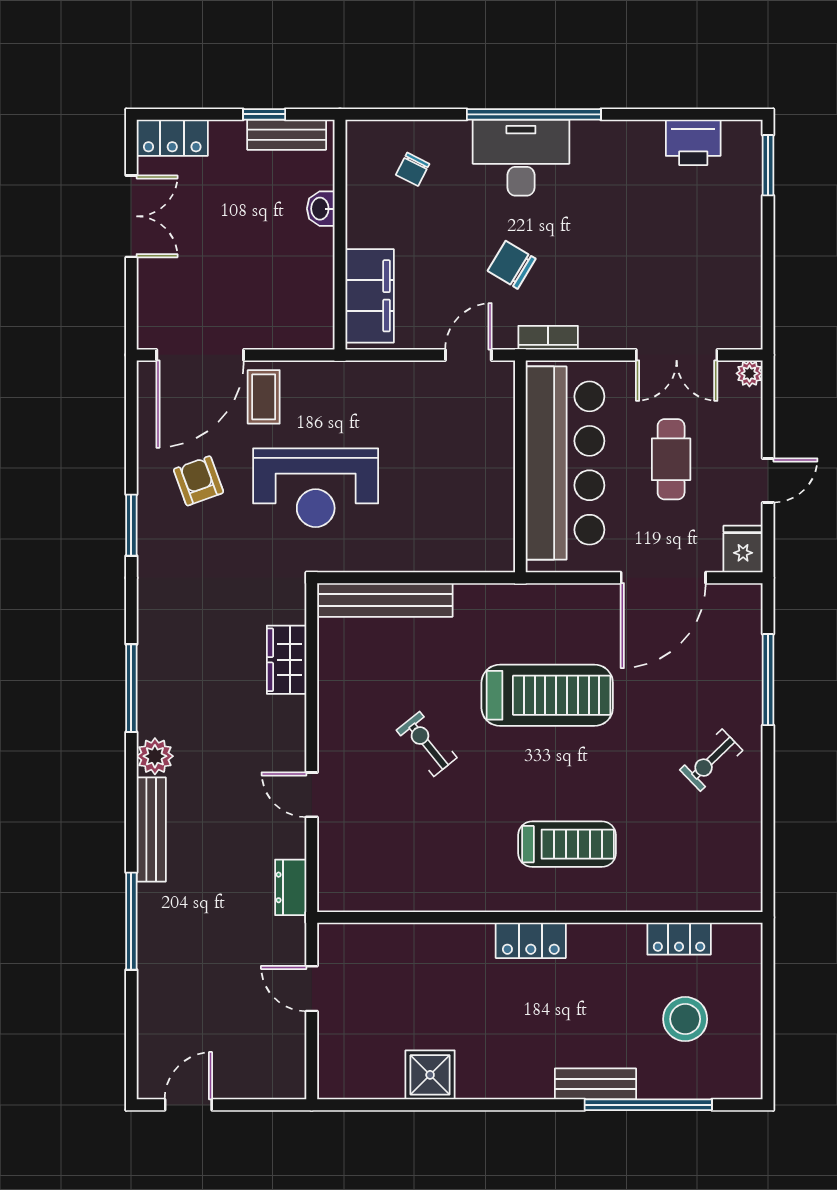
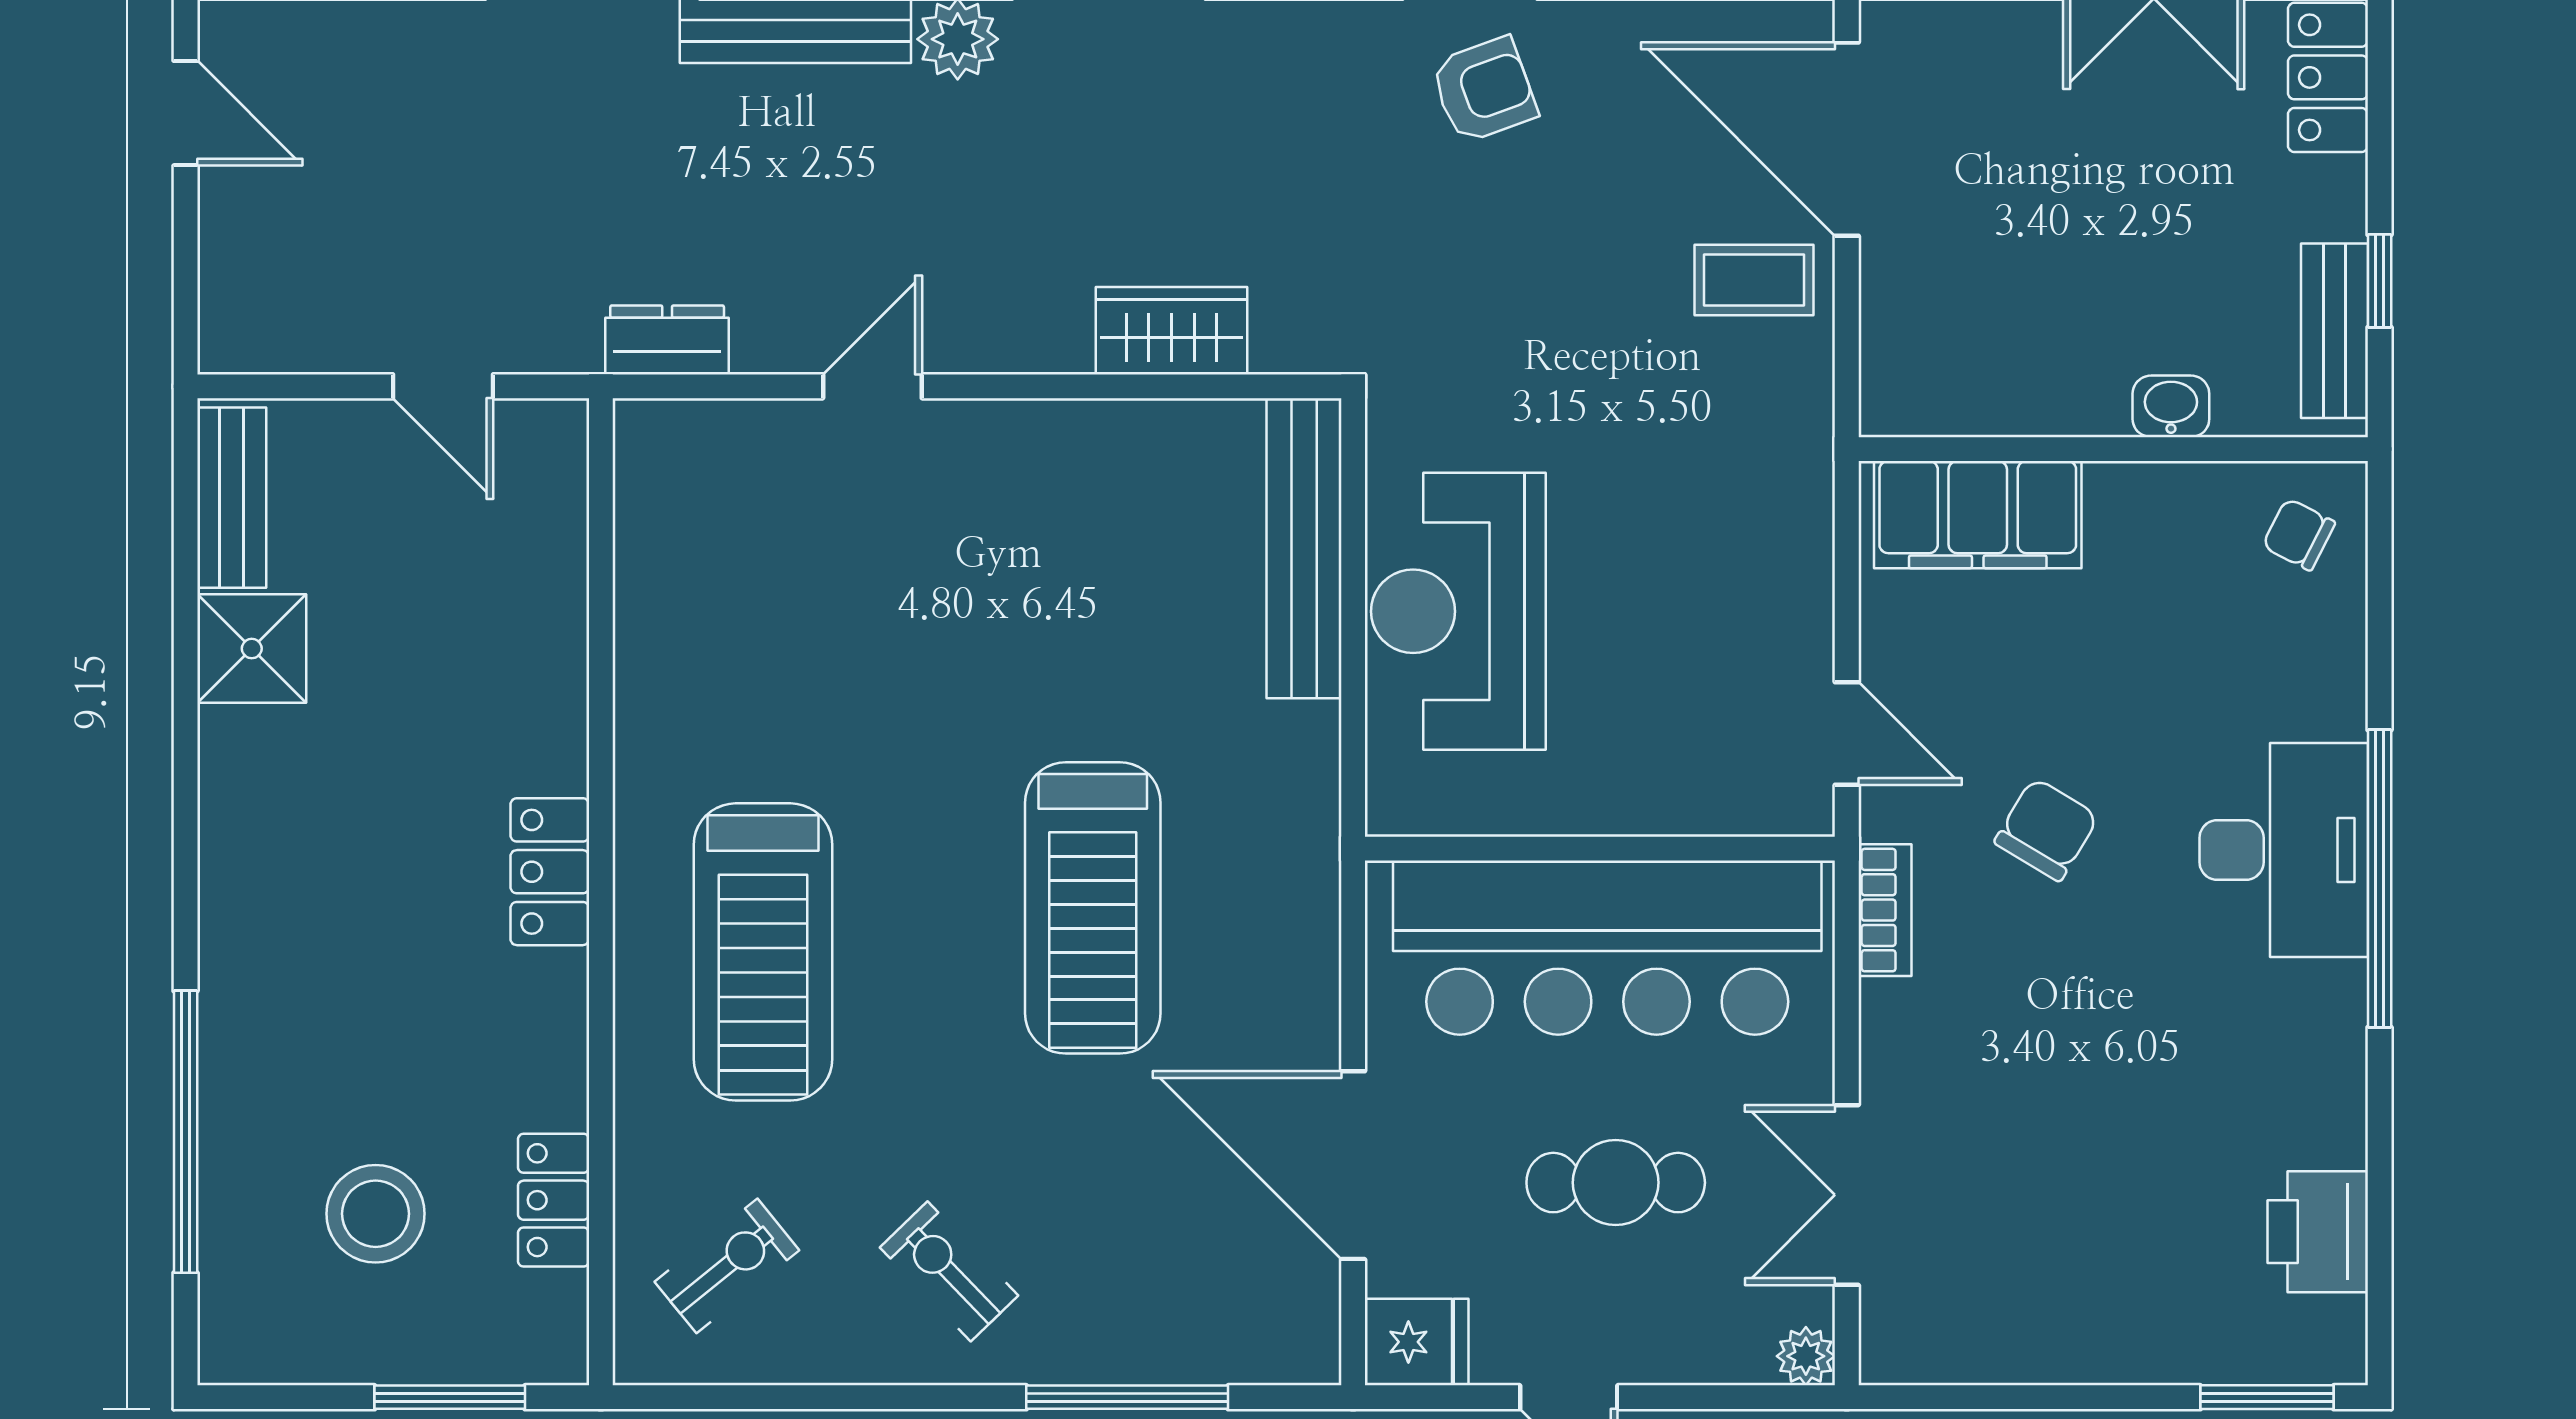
chair: (413, 169) -> (2299, 534), moved
armchair: (199, 481) -> (1484, 90), moved
reception desk: (316, 488) -> (1458, 611), moved
exercise bike: (427, 744) -> (727, 1266), moved
treadmill: (567, 844) -> (763, 952), width x1.37, depth x1.38
window: (768, 986) -> (450, 1397), added
door: (312, 989) -> (443, 386), swing flipped
bench: (595, 1084) -> (232, 498), moved

